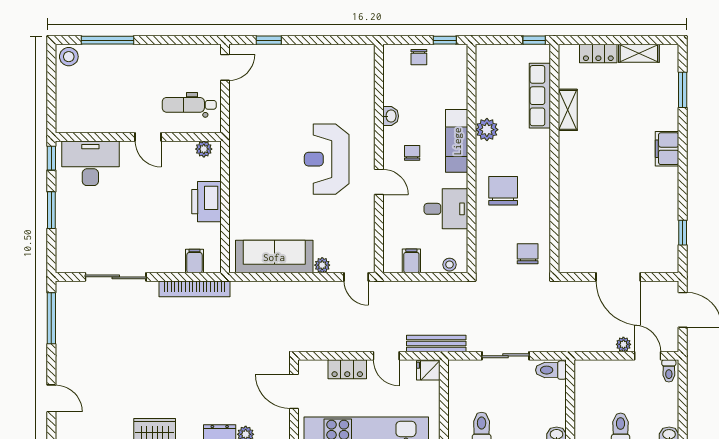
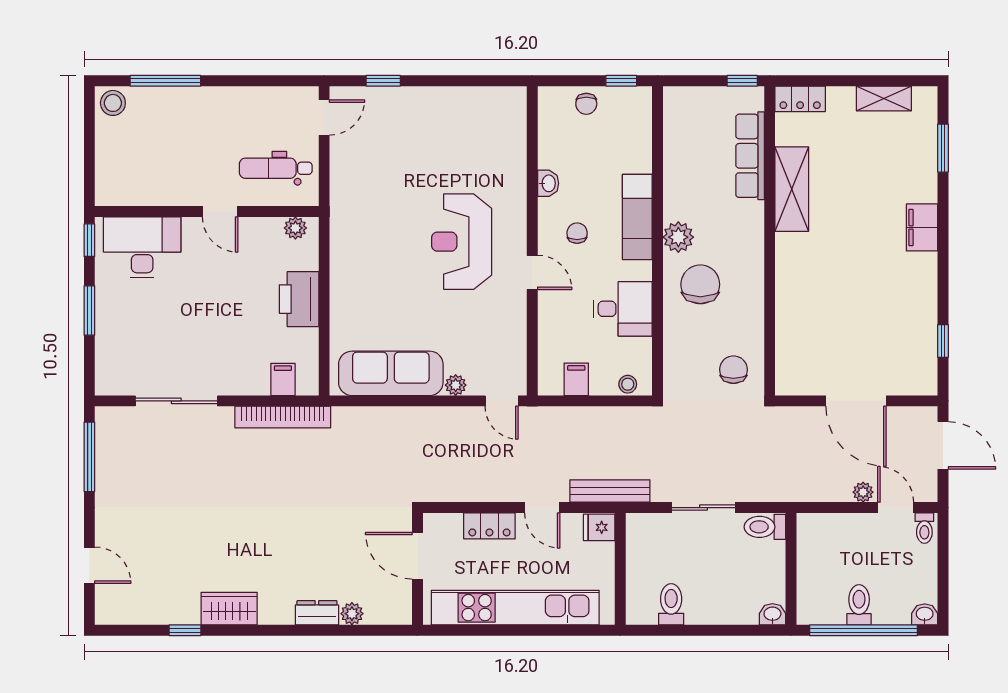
locker: (598, 54) -> (800, 99), moved
shelving: (568, 110) -> (792, 189), width x1.50, depth x1.33
plant: (487, 130) -> (678, 237), moved

